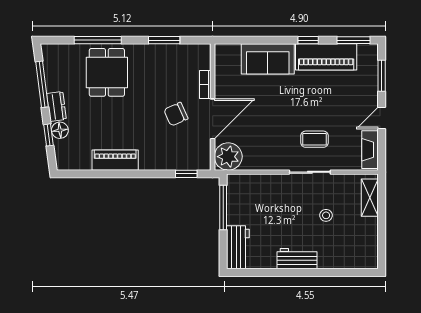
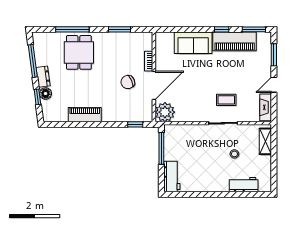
workbench: (297, 259) -> (244, 185), moved

